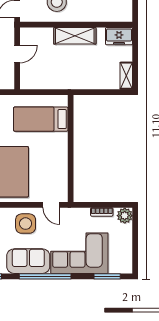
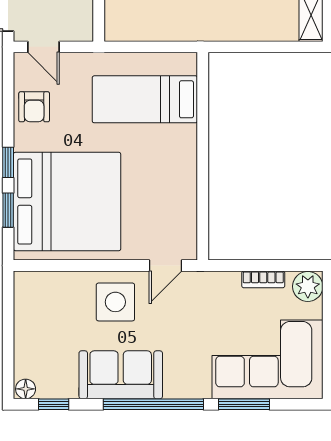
door: (51, 205) -> (165, 266), hinge flipped
corner sofa: (79, 253) -> (267, 359), moved
window: (107, 276) -> (244, 404), moved

